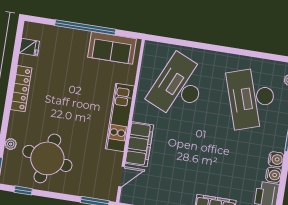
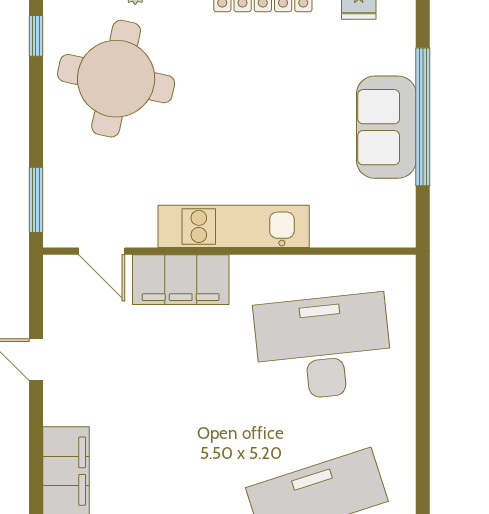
sofa: (112, 48) -> (386, 127), moved
desk: (179, 87) -> (323, 347), turned -30

